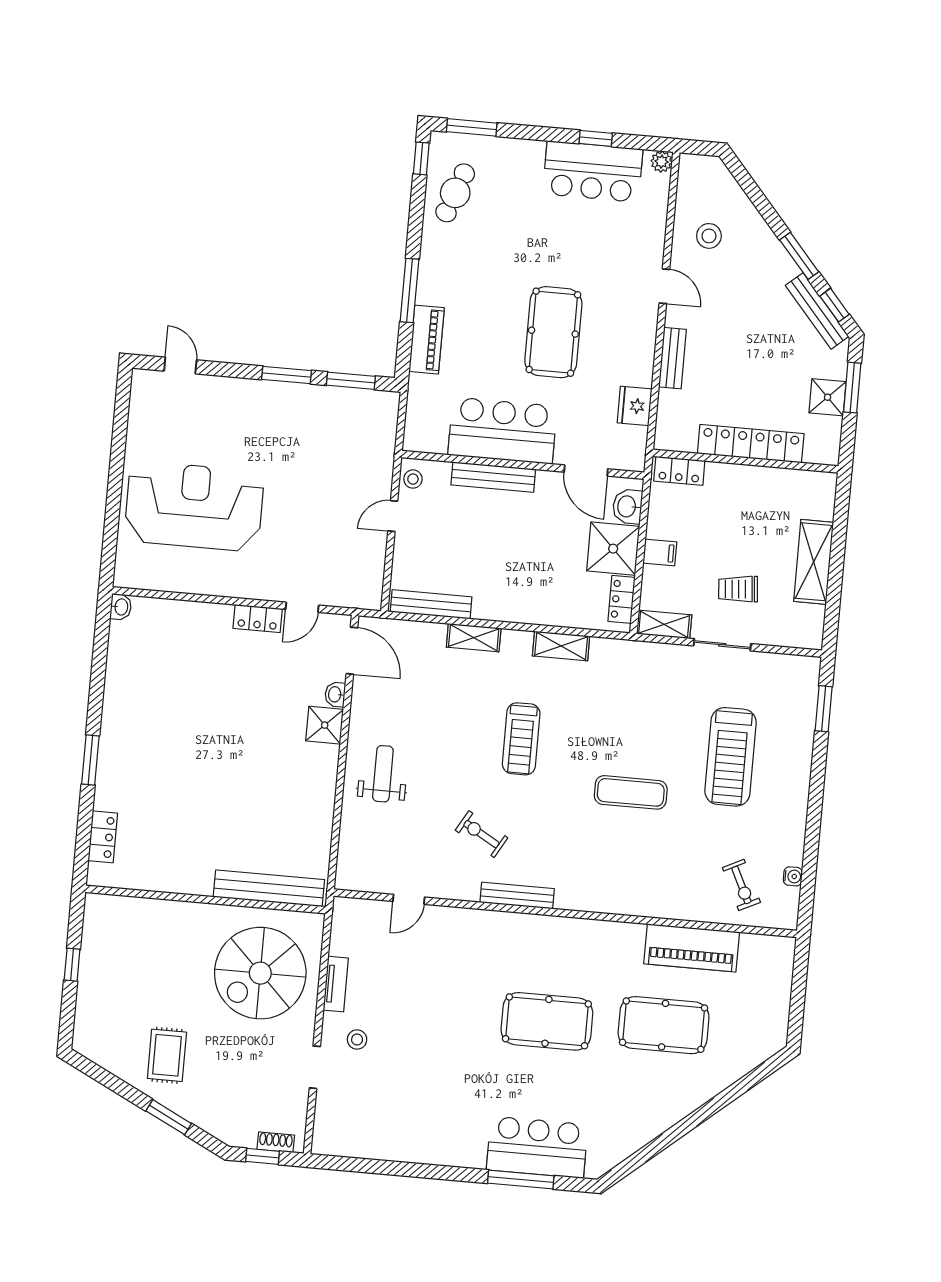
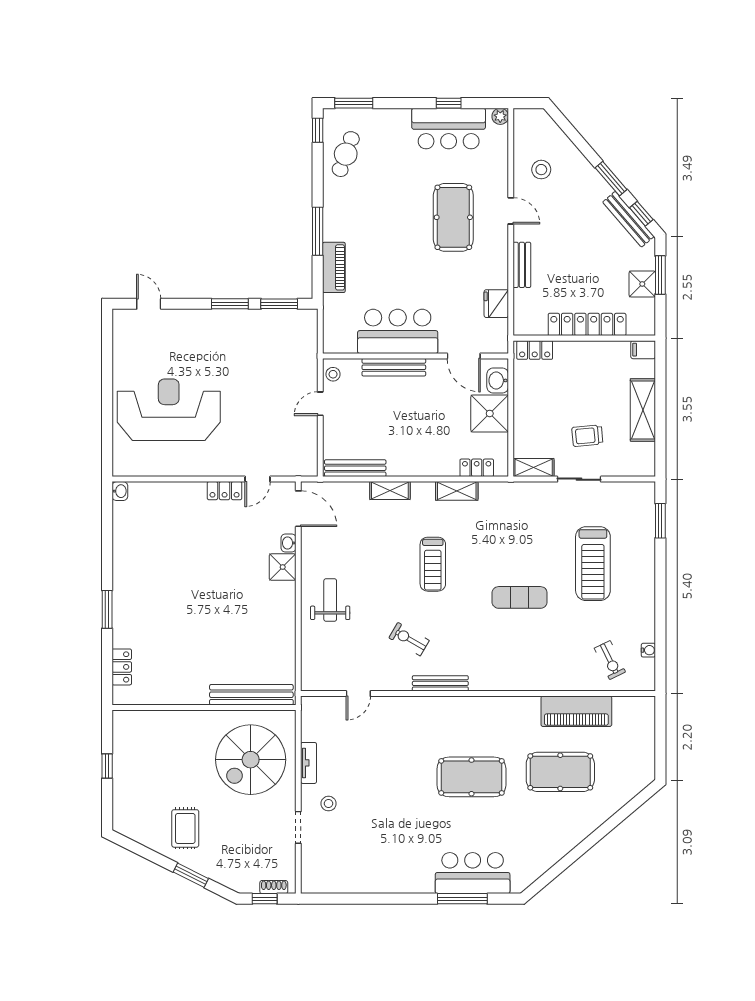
pool table: (553, 332) -> (453, 217), moved
filing cabinet: (660, 552) -> (643, 350), moved, turned 180
locker: (622, 599) -> (477, 468), moved, turned 90

